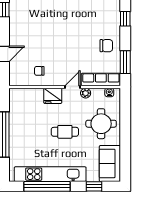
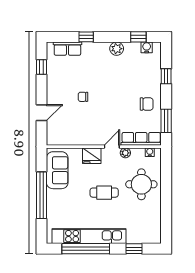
chair: (39, 71) -> (83, 97), moved
sofa: (110, 163) -> (57, 170), moved, turned 180

